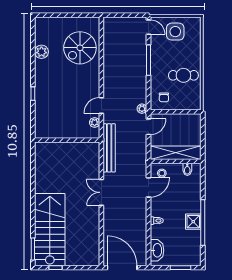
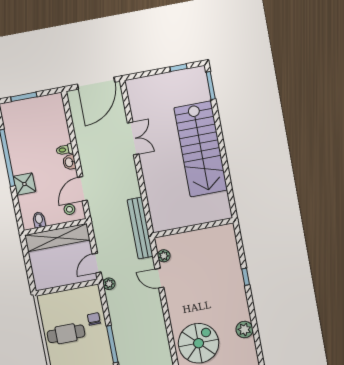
chair: (164, 97) -> (94, 319), moved
door: (101, 105) -> (159, 278), swing flipped
double door: (101, 192) -> (133, 138), moved
shower: (193, 222) -> (24, 184), moved
stairs: (50, 230) -> (201, 149), moved
washbasin: (157, 250) -> (69, 162), moved, width x0.52, depth x0.69
door: (122, 268) -> (96, 83), hinge flipped

